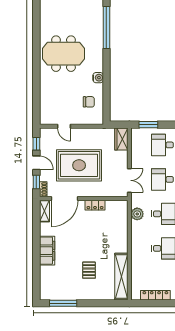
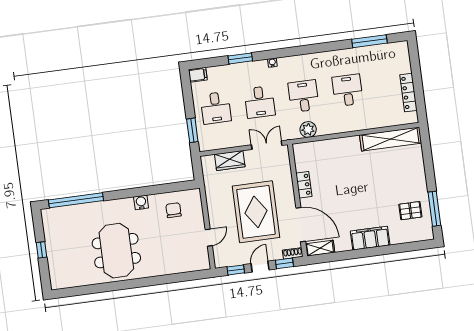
wardrobe: (121, 139) -> (230, 161), moved
pallet: (89, 270) -> (410, 211), moved

